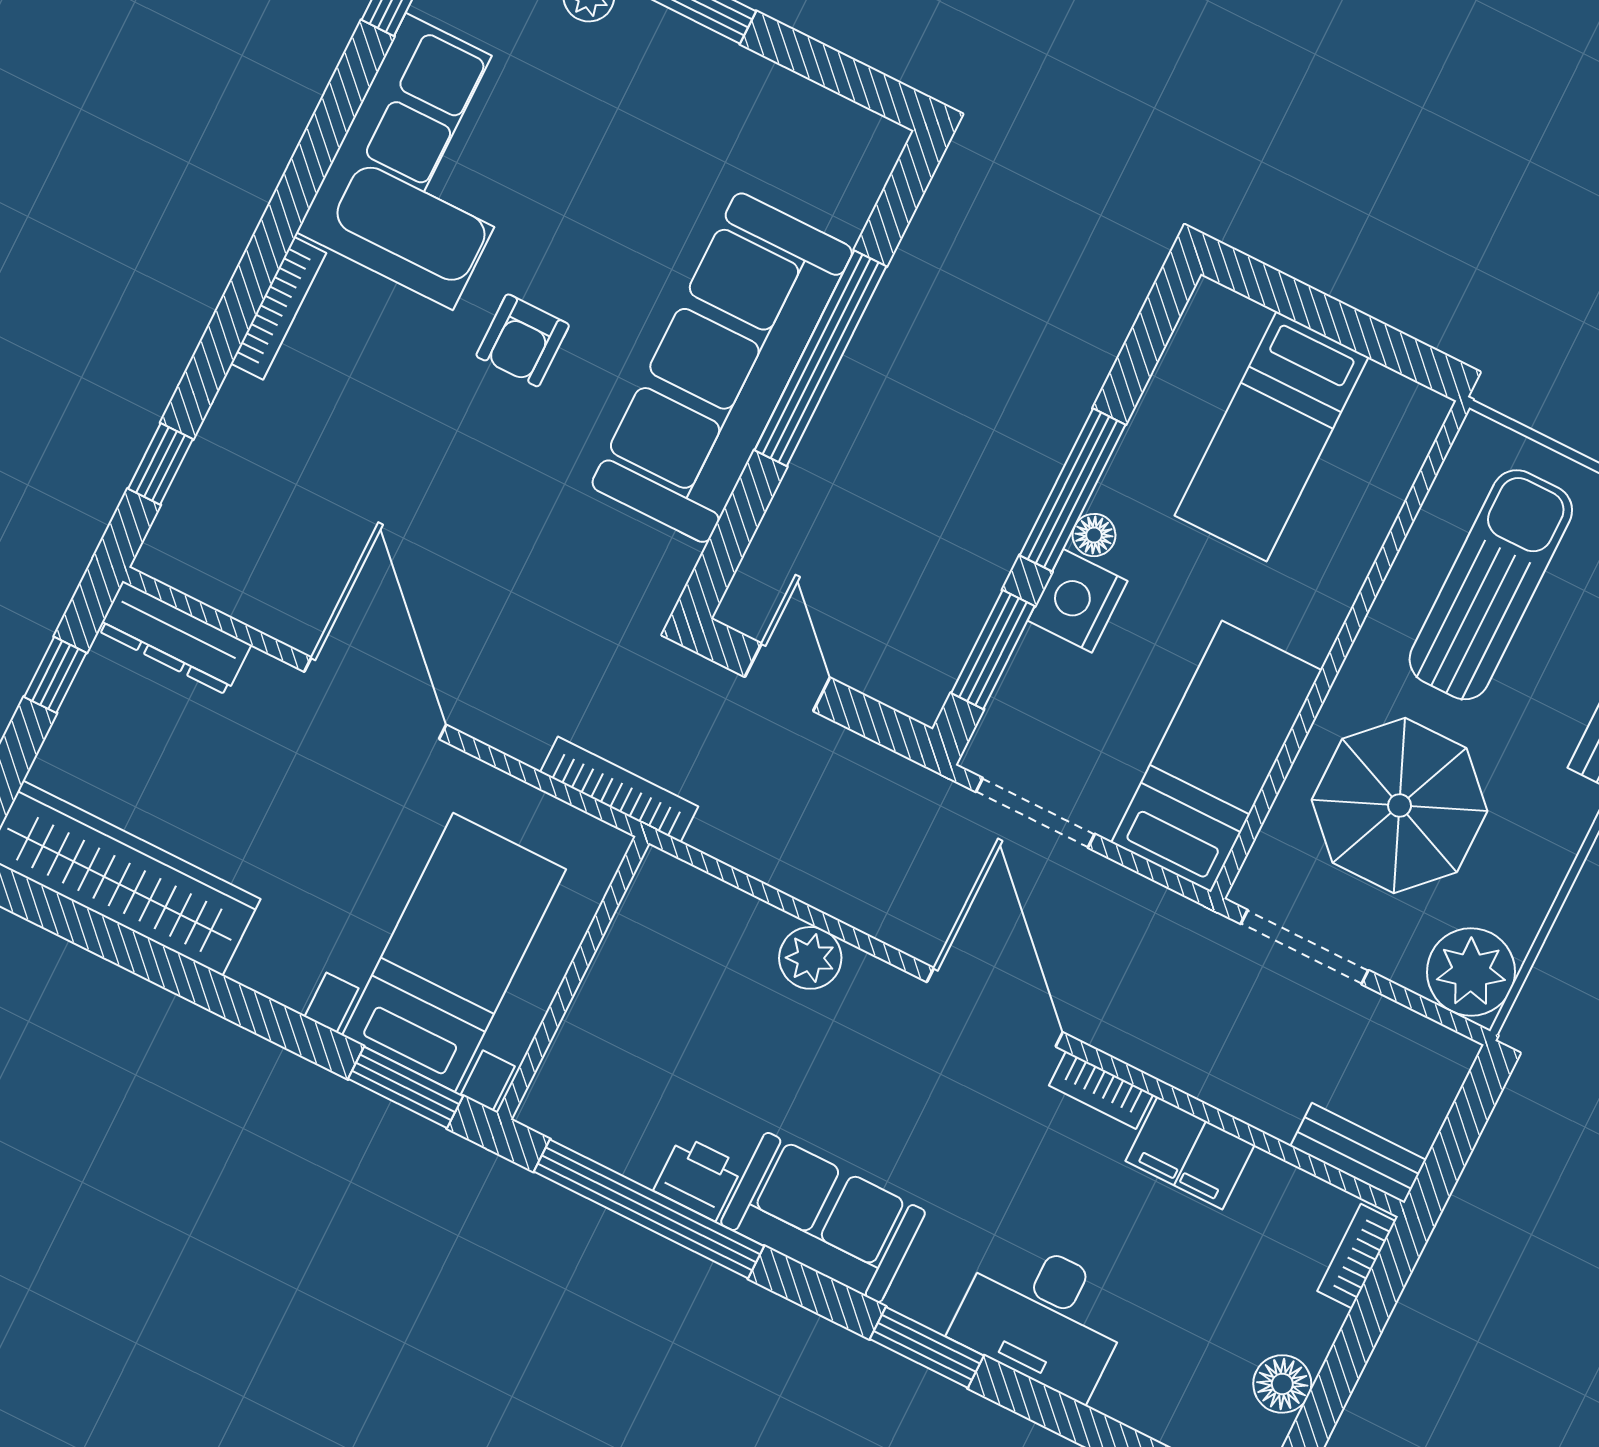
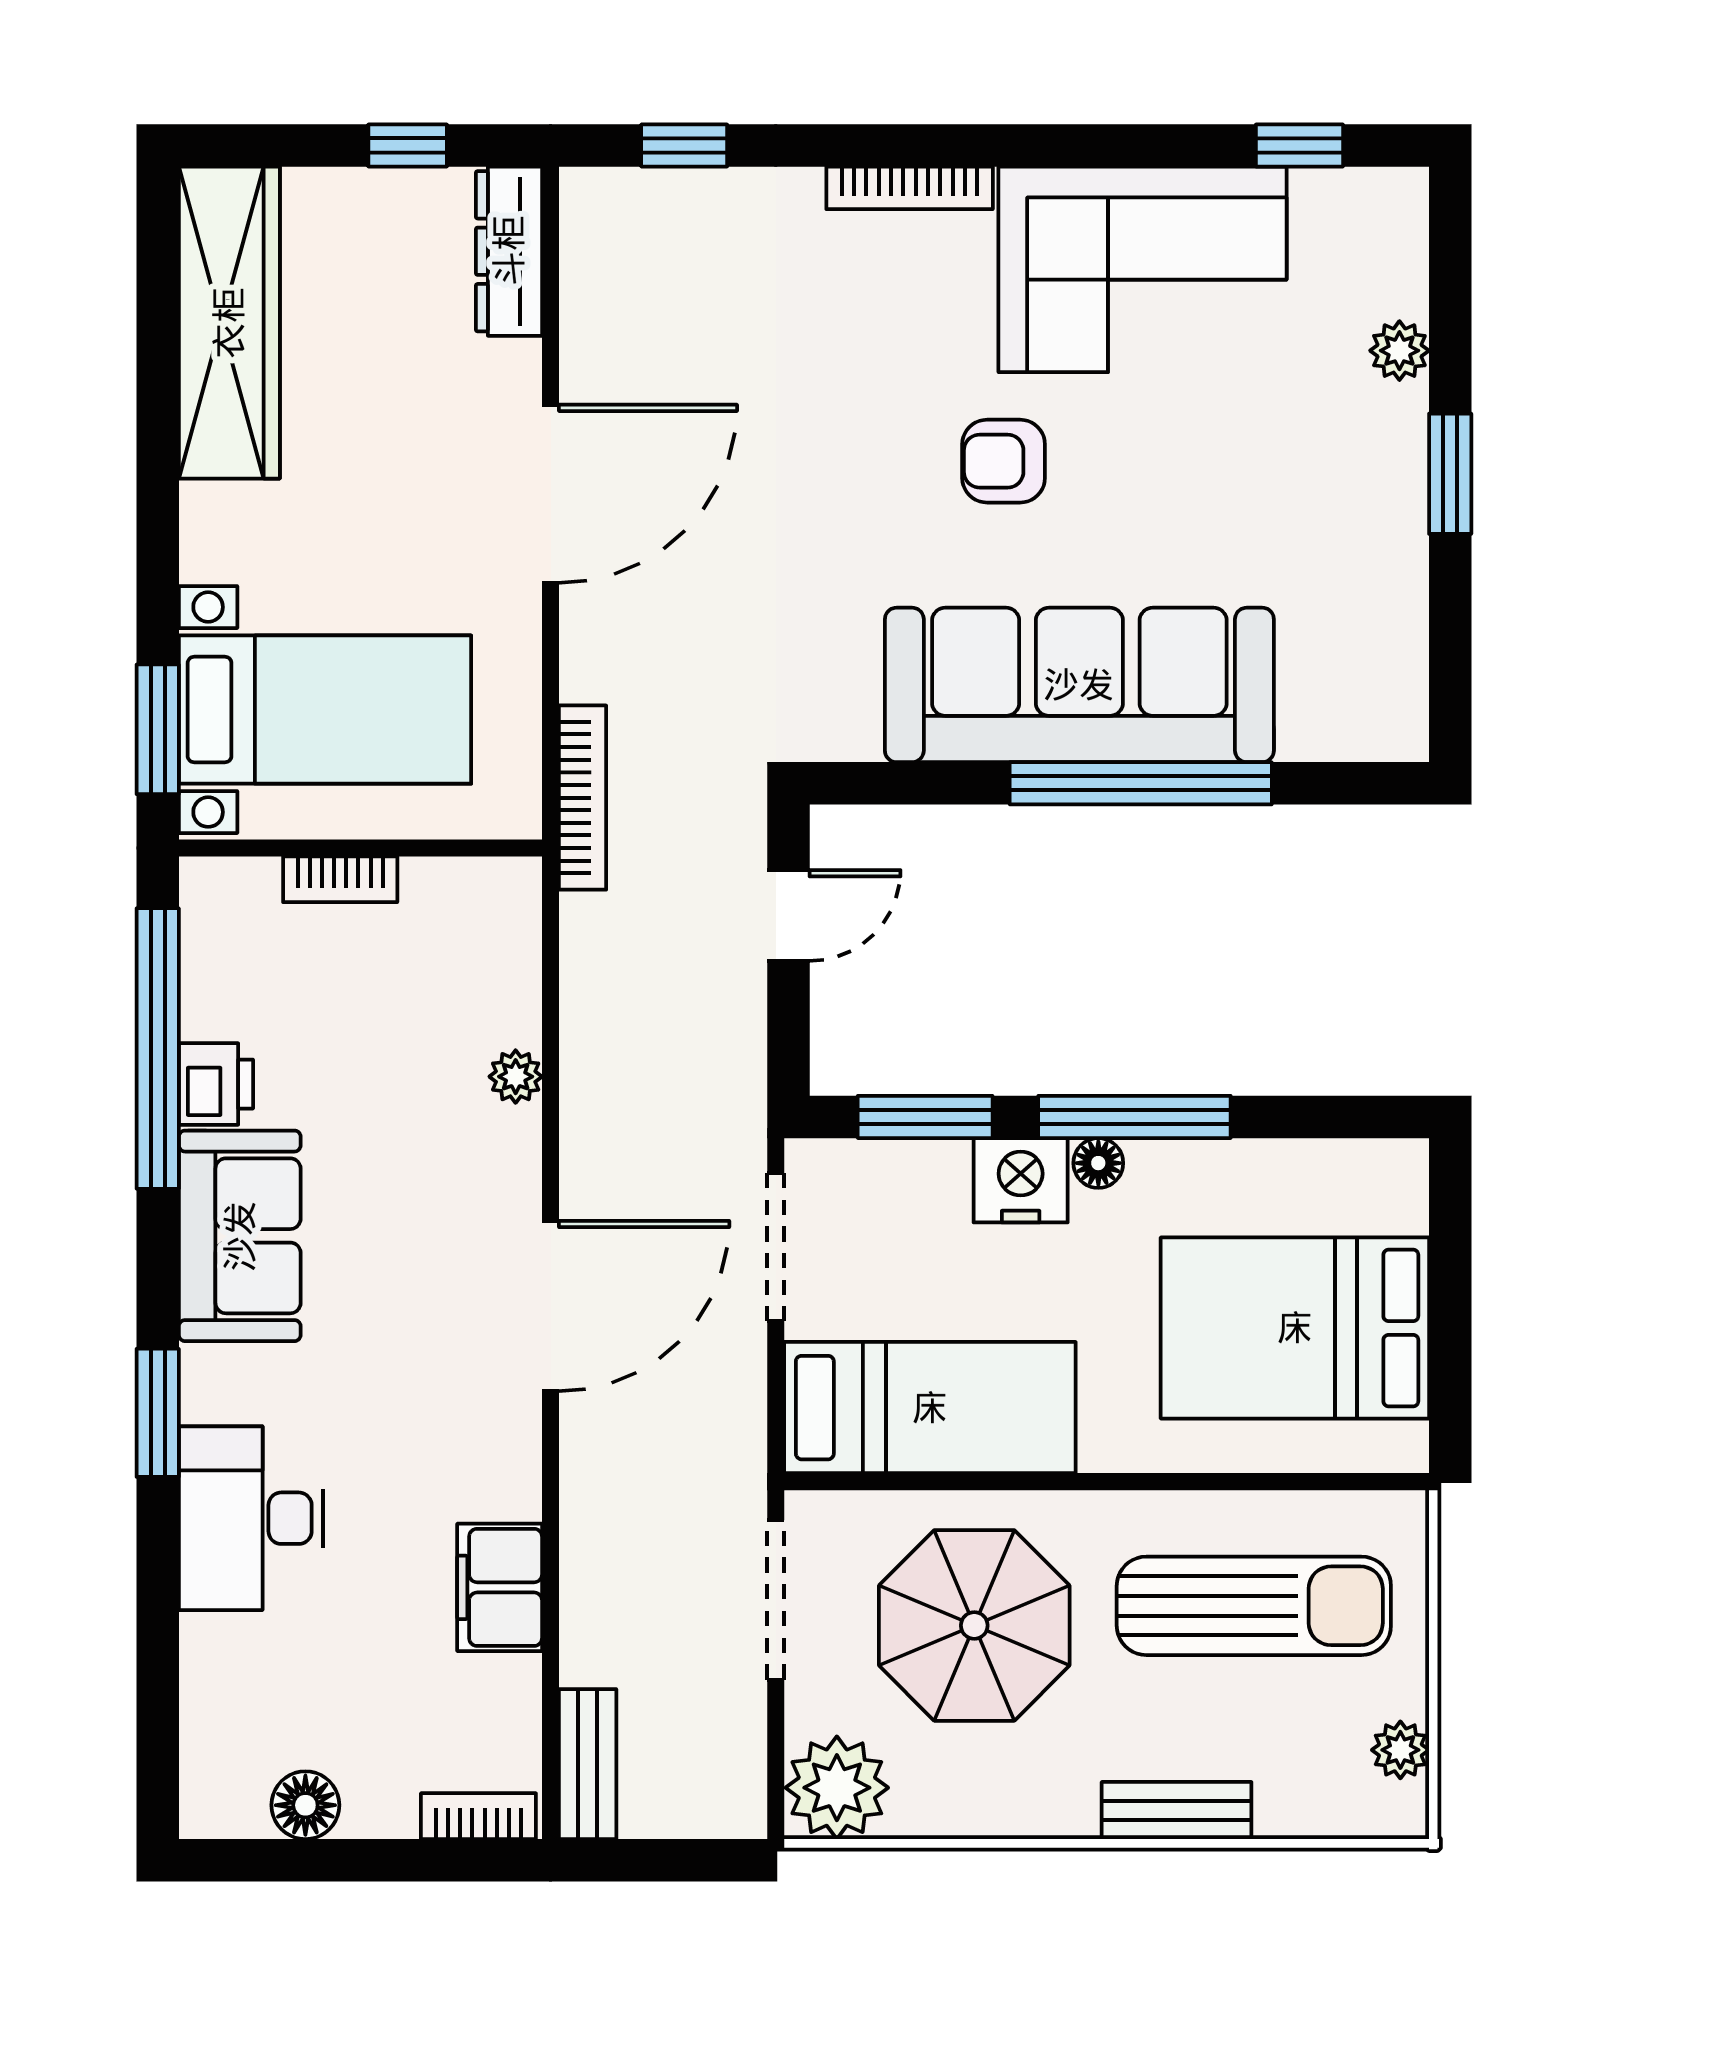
bed: (1272, 436) -> (1295, 1328), width x1.50
plant: (810, 958) -> (516, 1077), width x0.73, depth x0.73
bookcase: (1101, 1090) -> (340, 879), moved, turned -90

